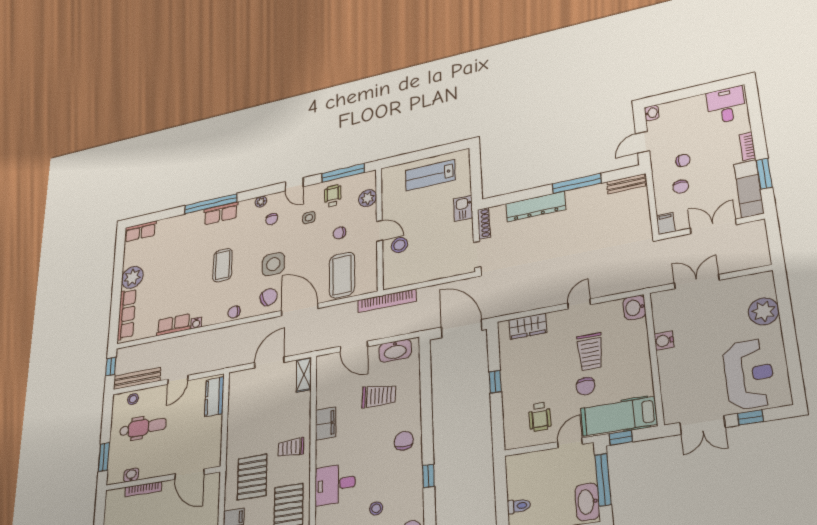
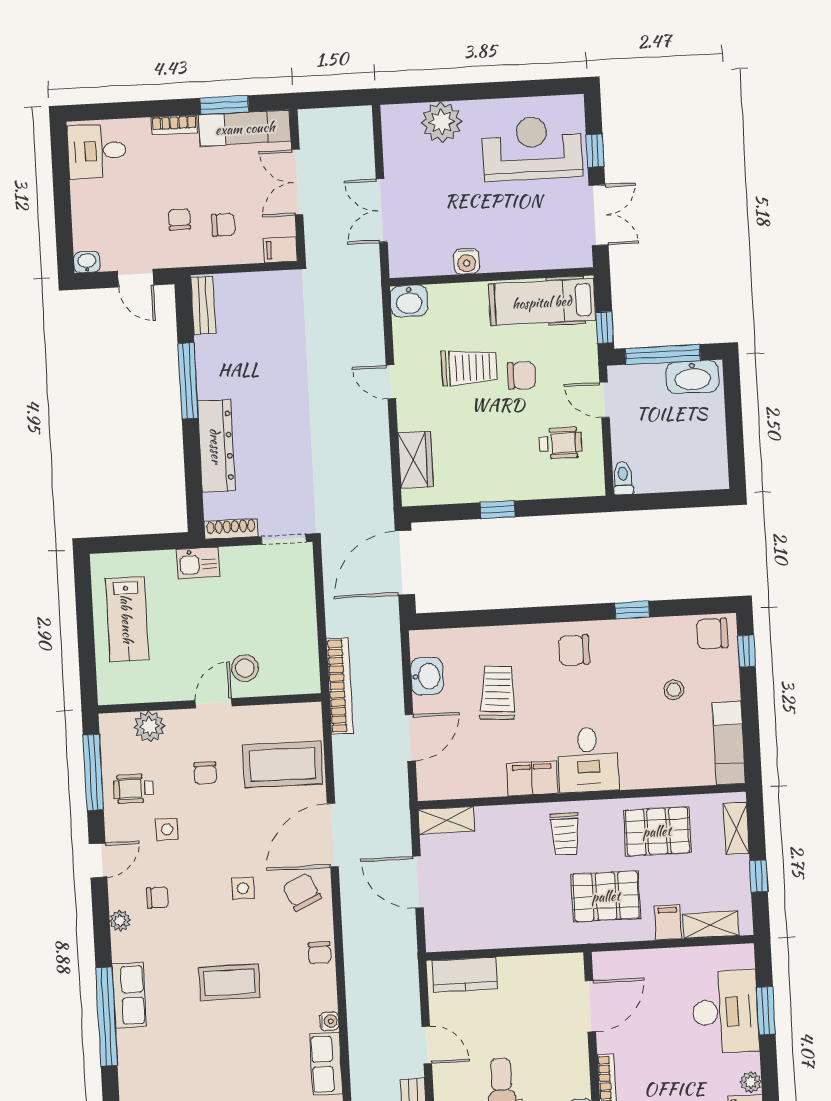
side table: (273, 264) -> (243, 888), width x0.54, depth x0.54
washbasin: (395, 351) -> (427, 676), width x0.72
hospital bed: (619, 416) -> (542, 302), moved, turned 90
desk: (335, 484) -> (588, 760), moved
toilet: (519, 506) -> (623, 478), moved

